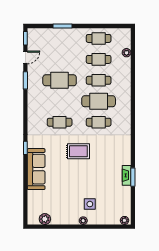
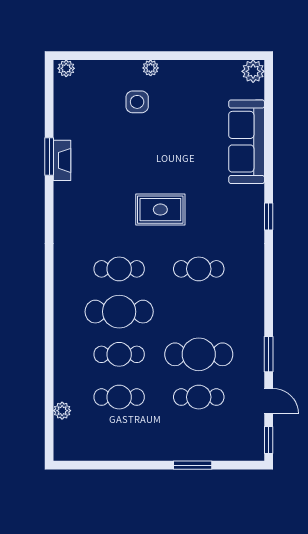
cafe table: (99, 38) -> (199, 397), moved
door: (25, 57) -> (269, 401), swing flipped
sofa: (36, 169) -> (247, 142), moved
plant: (45, 219) -> (253, 71), moved

